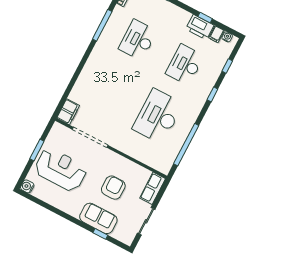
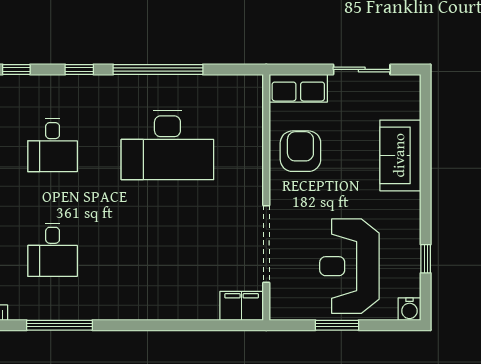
desk: (138, 40) -> (53, 250), width x0.73
desk: (185, 65) -> (53, 145), width x0.73
window: (186, 145) -> (158, 69), moved
armchair: (113, 188) -> (300, 151), moved, turned 90
window: (100, 234) -> (426, 259), moved

